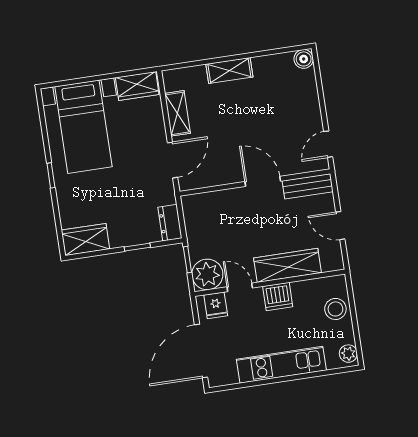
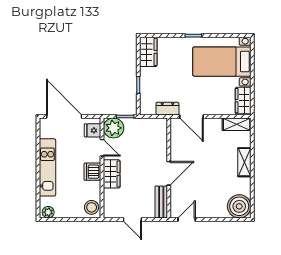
boiler: (304, 59) -> (239, 206), width x1.86, depth x1.86
shelving: (178, 113) -> (237, 124), moved
door: (328, 144) -> (187, 219), hinge flipped
dresser: (170, 223) -> (167, 109), moved
door: (340, 226) -> (132, 219), swing flipped
wardrobe: (287, 265) -> (112, 174), width x0.67
door: (240, 287) -> (102, 148), hinge flipped
stool: (335, 309) -> (92, 207), moved

